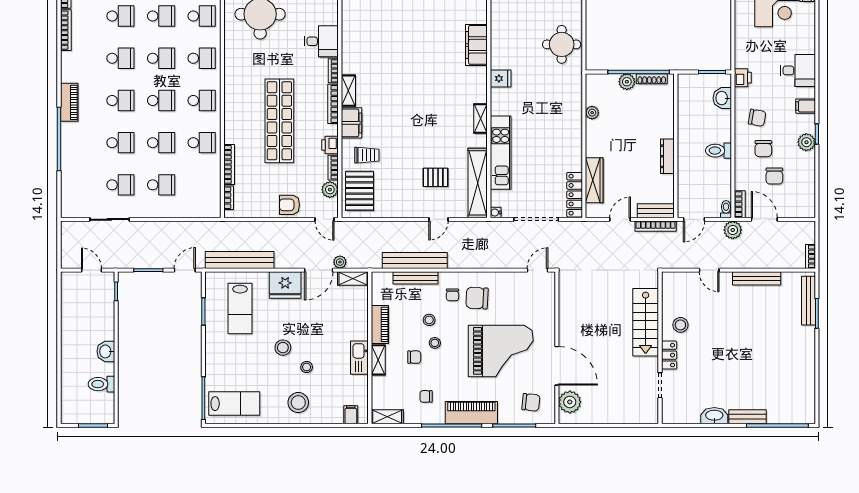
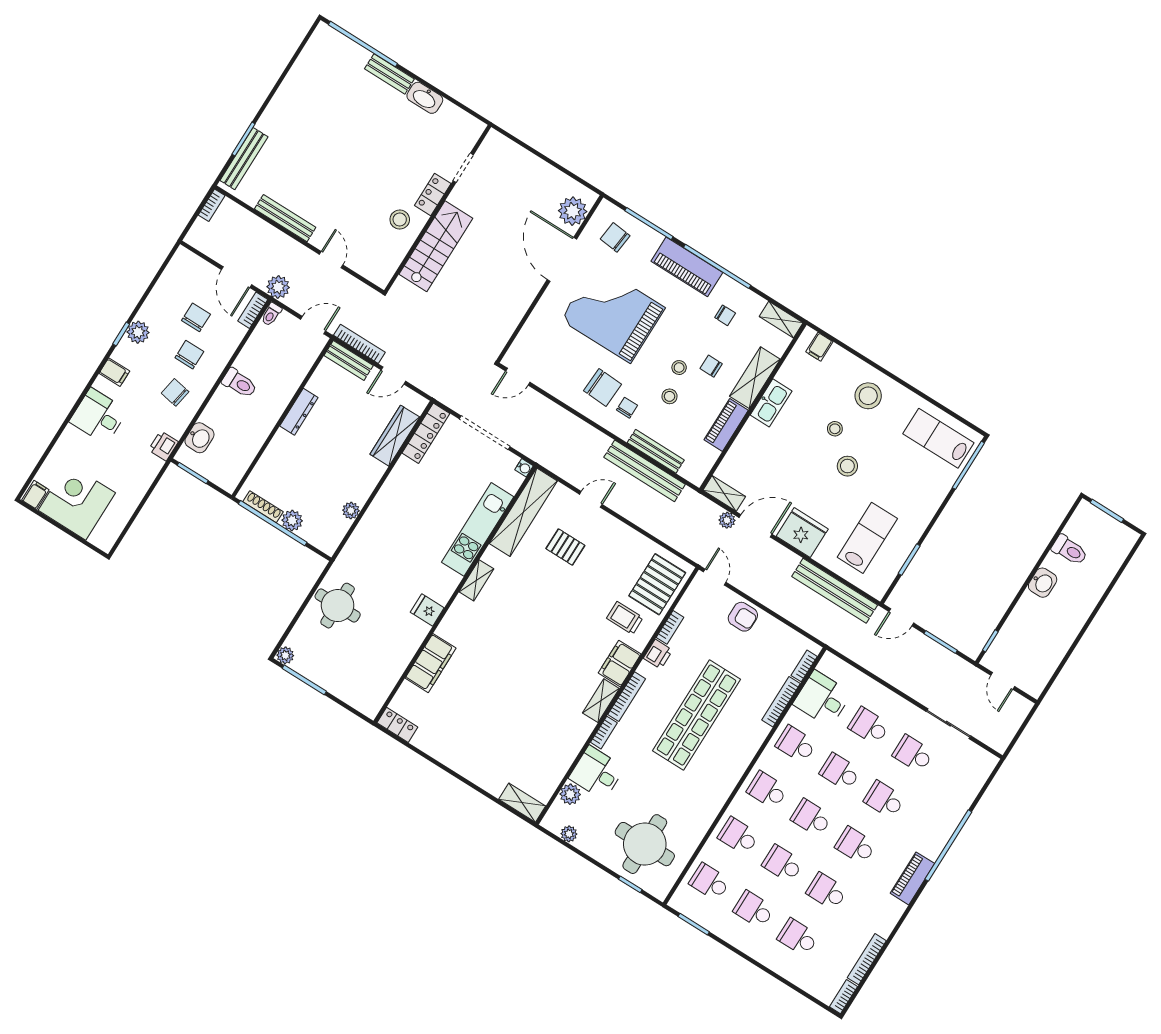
desk: (203, 184) -> (822, 699), added
plant: (330, 190) -> (570, 794), moved
shelving: (378, 360) -> (755, 378), width x1.50, depth x1.33

